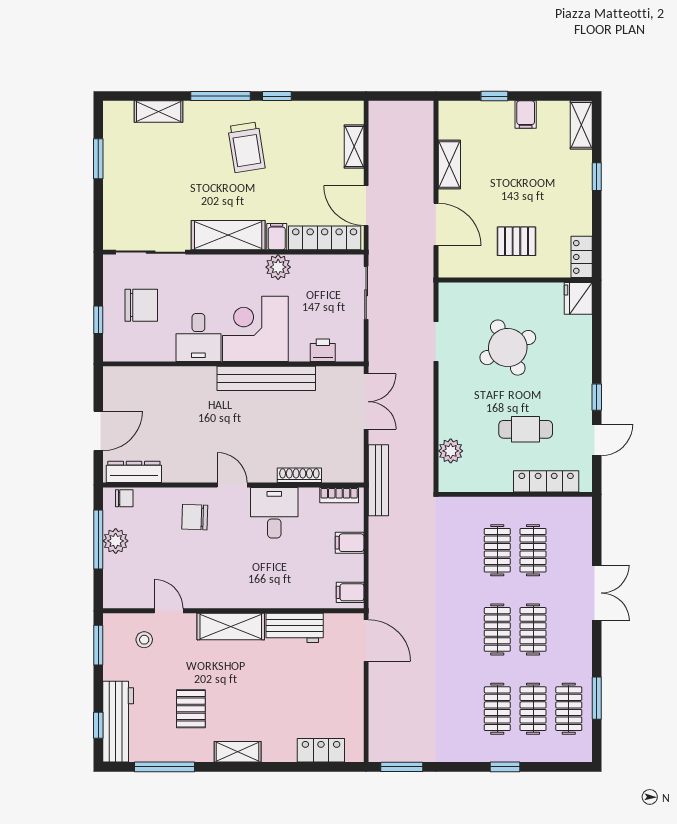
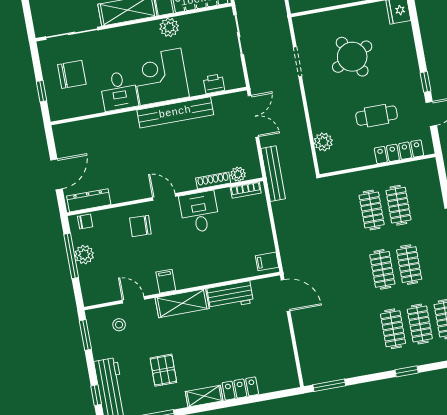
plant: (333, 473) -> (238, 174), added
filing cabinet: (350, 543) -> (166, 281), moved, turned 90
locker: (321, 750) -> (240, 388), moved

